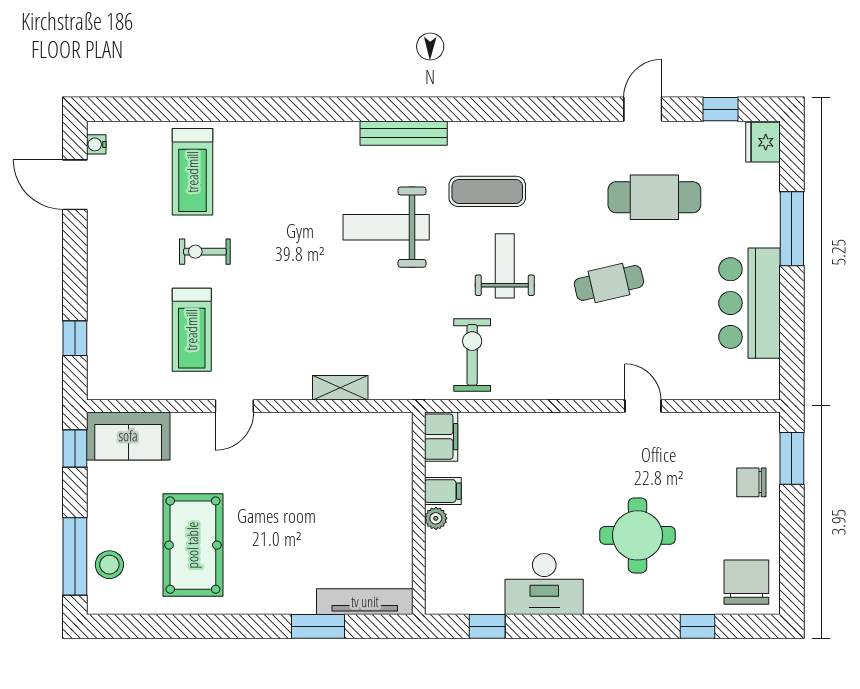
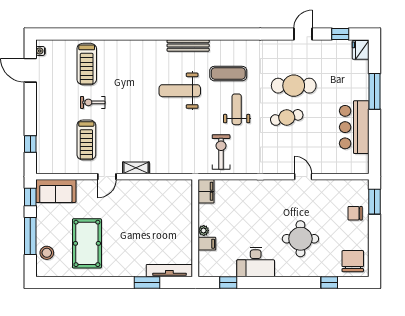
cafe table: (654, 197) -> (294, 86), moved
shelving: (340, 388) -> (136, 168), moved
filing cabinet: (443, 491) -> (207, 244), moved
window: (75, 556) -> (30, 236), moved

